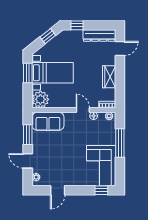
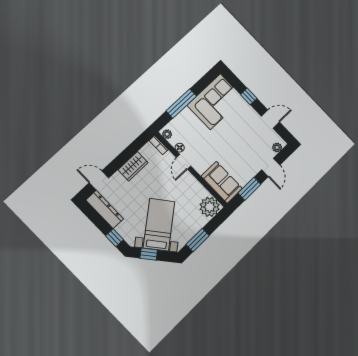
bed with nightstands: (53, 73) -> (159, 225), moved, turned 51
window: (101, 190) -> (249, 96), moved

